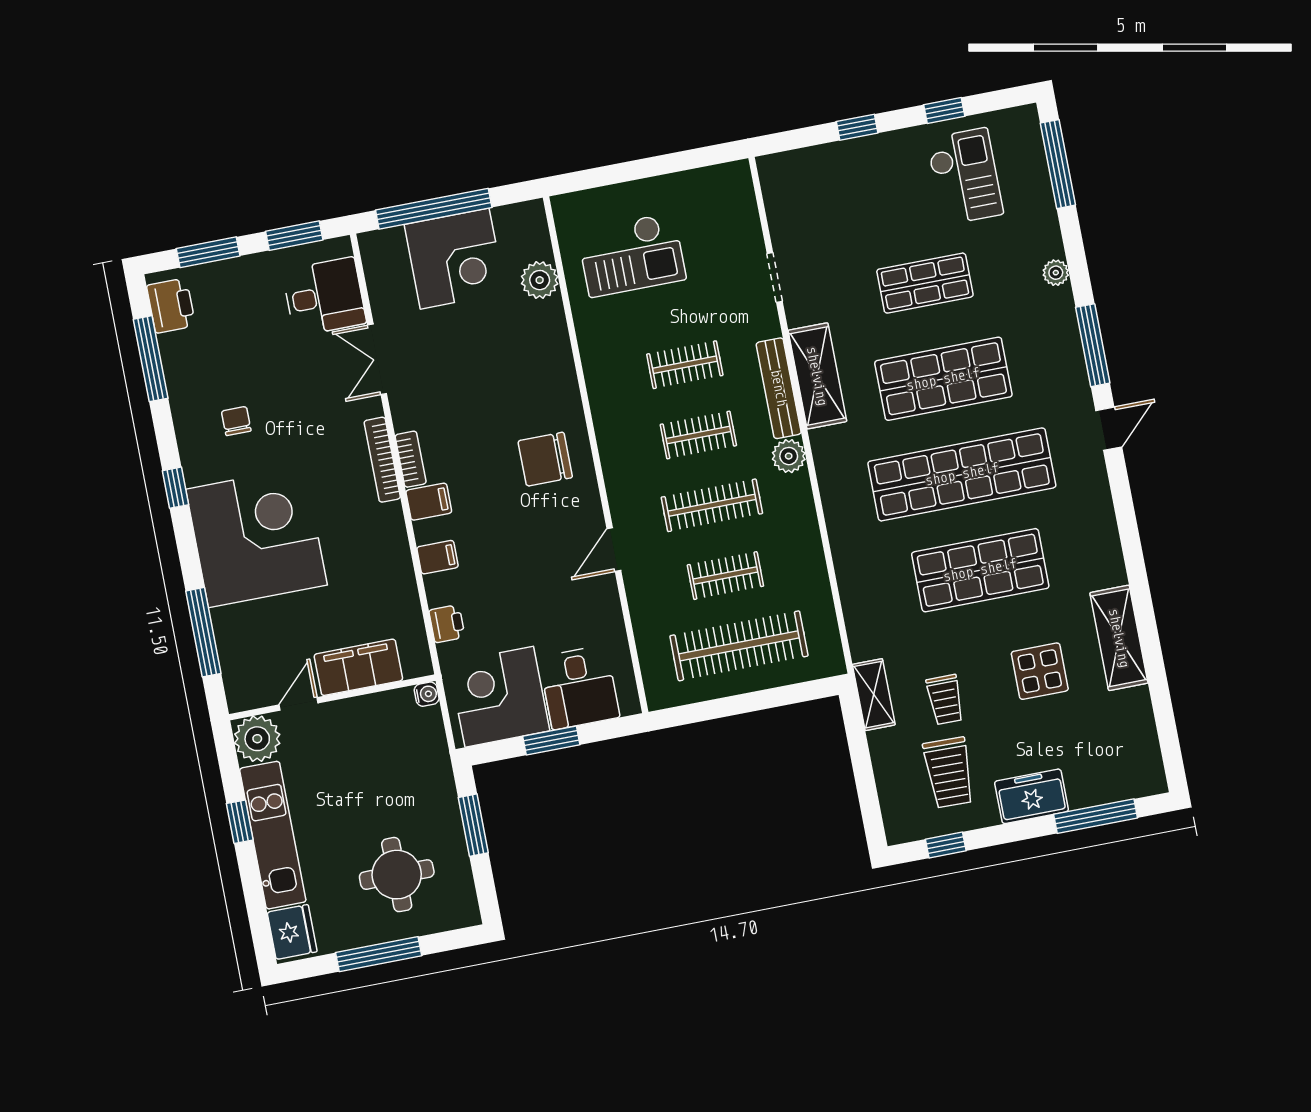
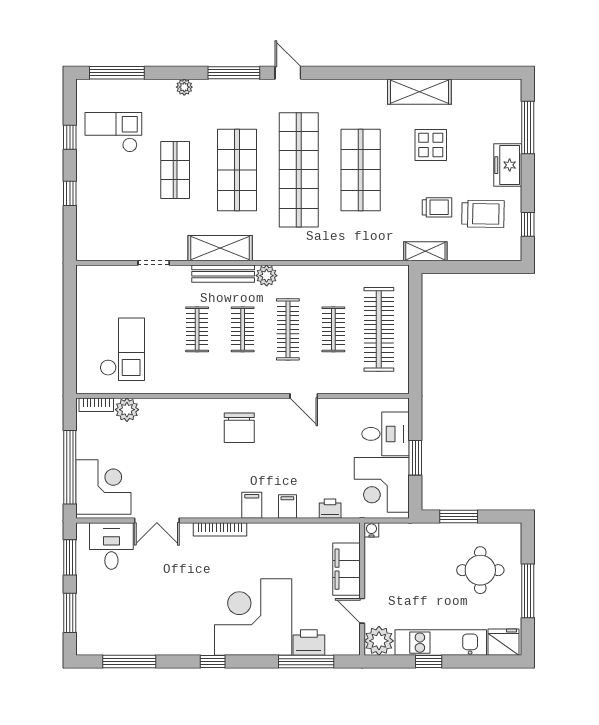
corner desk: (455, 259) -> (103, 487), moved
printer: (171, 306) -> (309, 643), moved
chair: (236, 421) -> (178, 616), removed
bookcase: (411, 459) -> (96, 405), moved, turned 180

